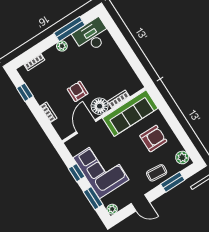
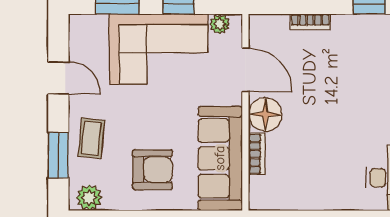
armchair: (78, 91) -> (314, 93), removed
armchair: (153, 139) -> (152, 170), turned -90
door: (140, 203) -> (58, 78), swing flipped
plant: (112, 209) -> (220, 24), moved

